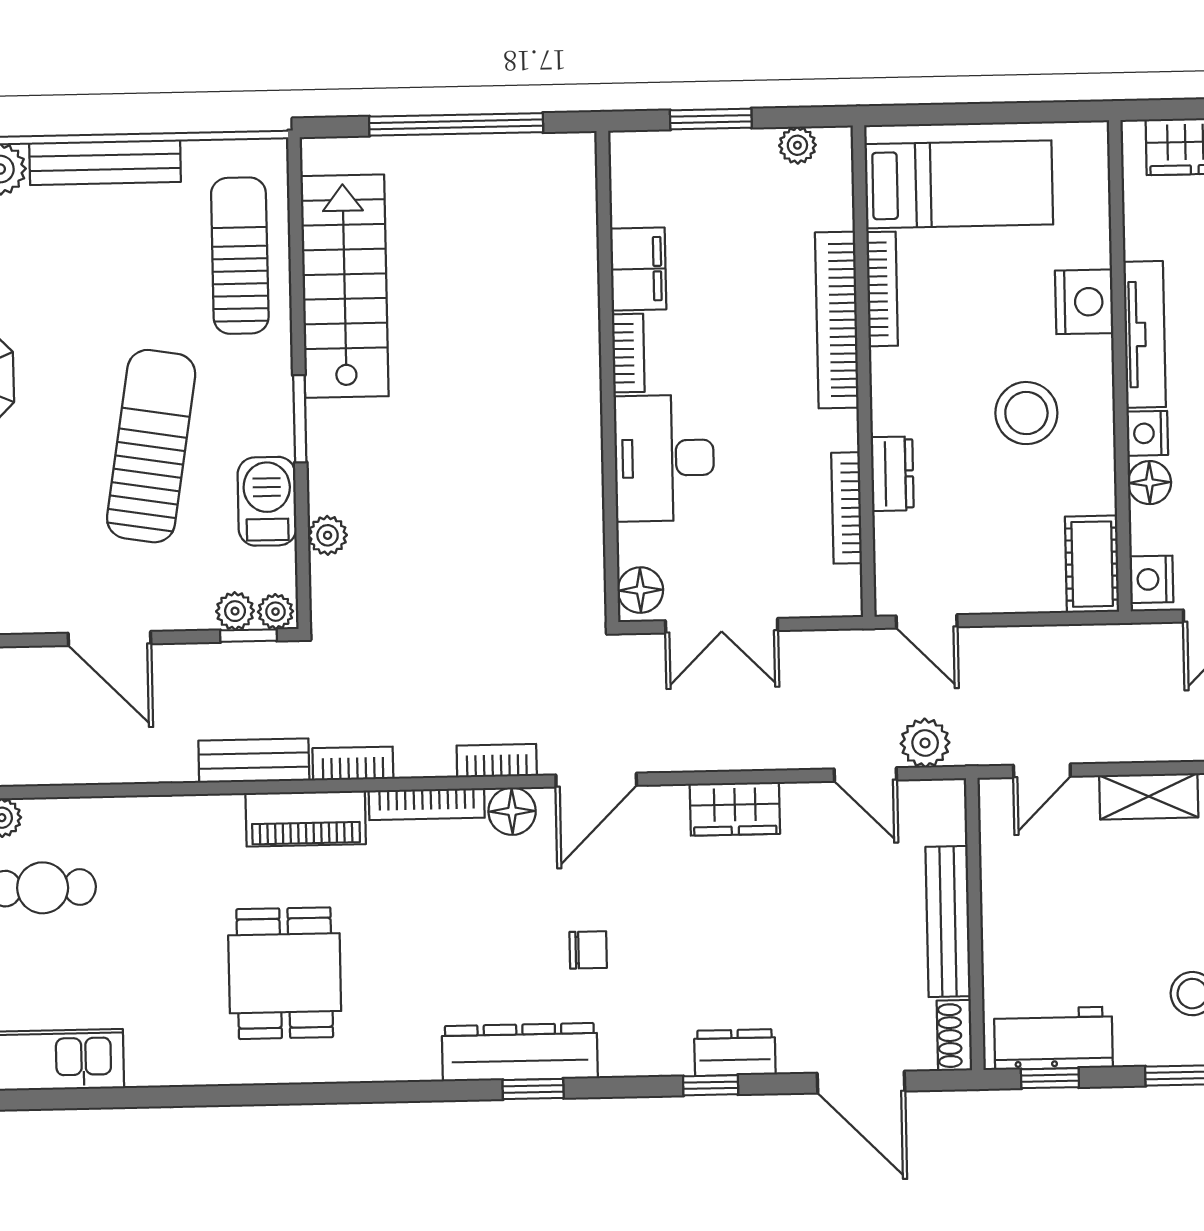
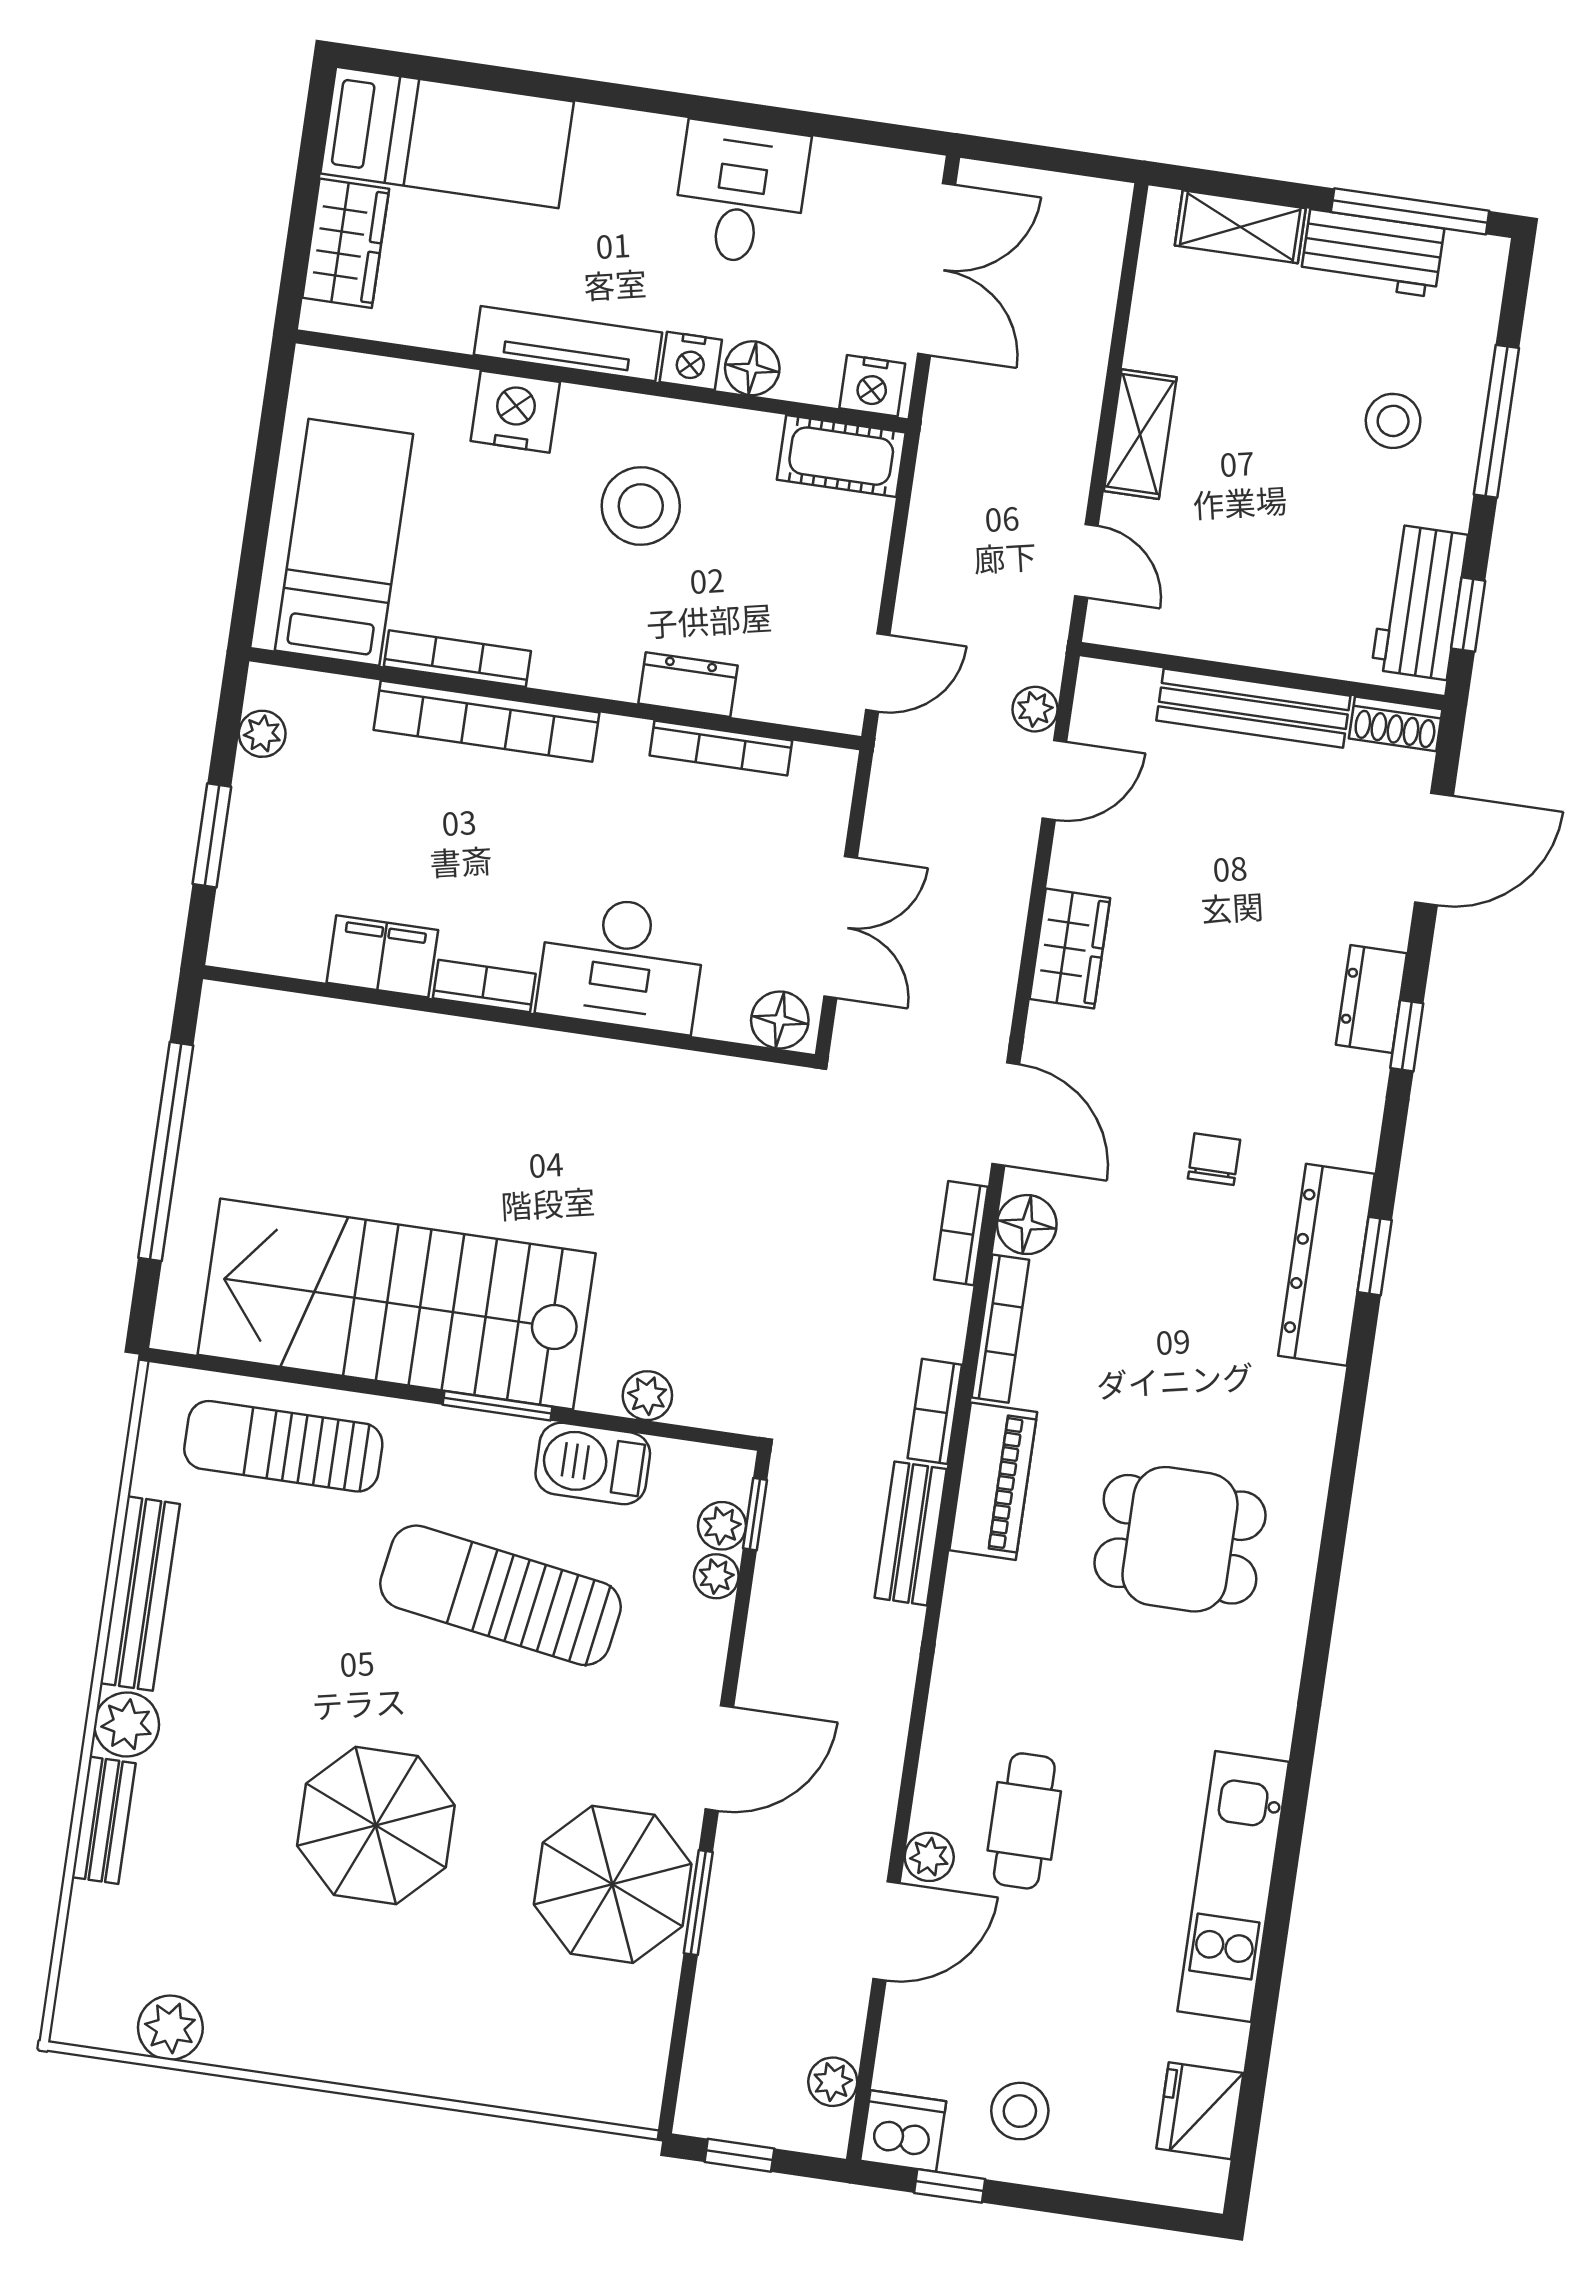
stairs: (345, 286) -> (397, 1304), width x1.36, depth x1.51
plant: (276, 612) -> (716, 1576), moved
door: (110, 638) -> (719, 1758), moved
plant: (925, 743) -> (1035, 709), width x0.73, depth x0.73

